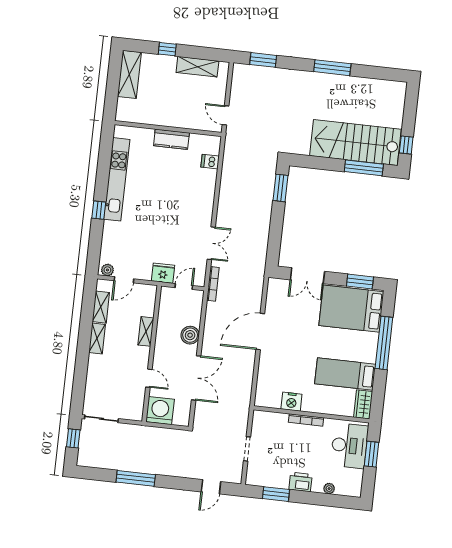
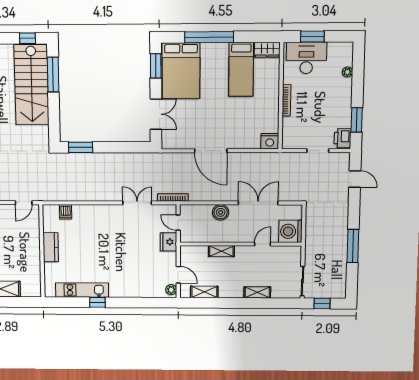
kitchen unit: (117, 179) -> (82, 290), width x0.73
window: (99, 210) -> (97, 302), moved
shelving: (97, 338) -> (257, 292), moved
nightstand: (291, 402) -> (270, 141), moved, turned 90
printer: (300, 482) -> (343, 138), moved

